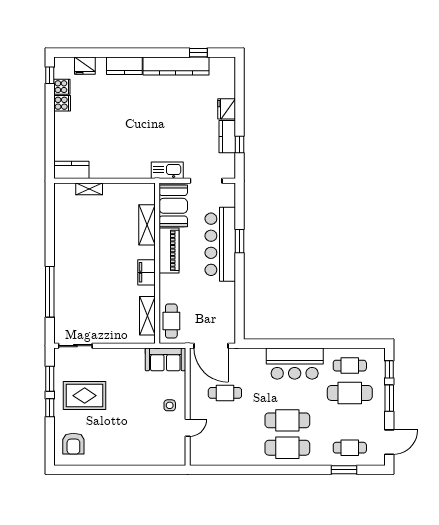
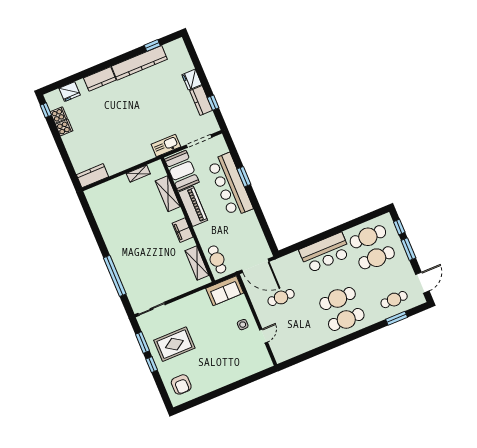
shelving: (89, 189) -> (138, 174), moved
cafe table: (350, 366) -> (368, 237), width x1.37, depth x1.35

